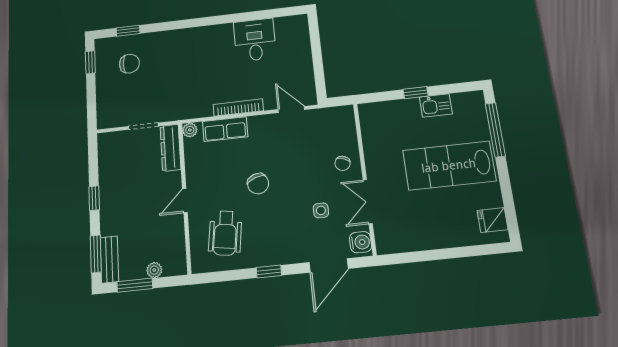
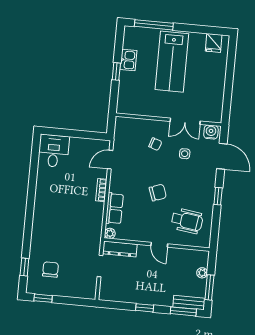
desk: (255, 40) -> (54, 151), moved, turned 90
bookcase: (238, 108) -> (101, 190), width x0.64
chair: (343, 163) -> (155, 144), moved

